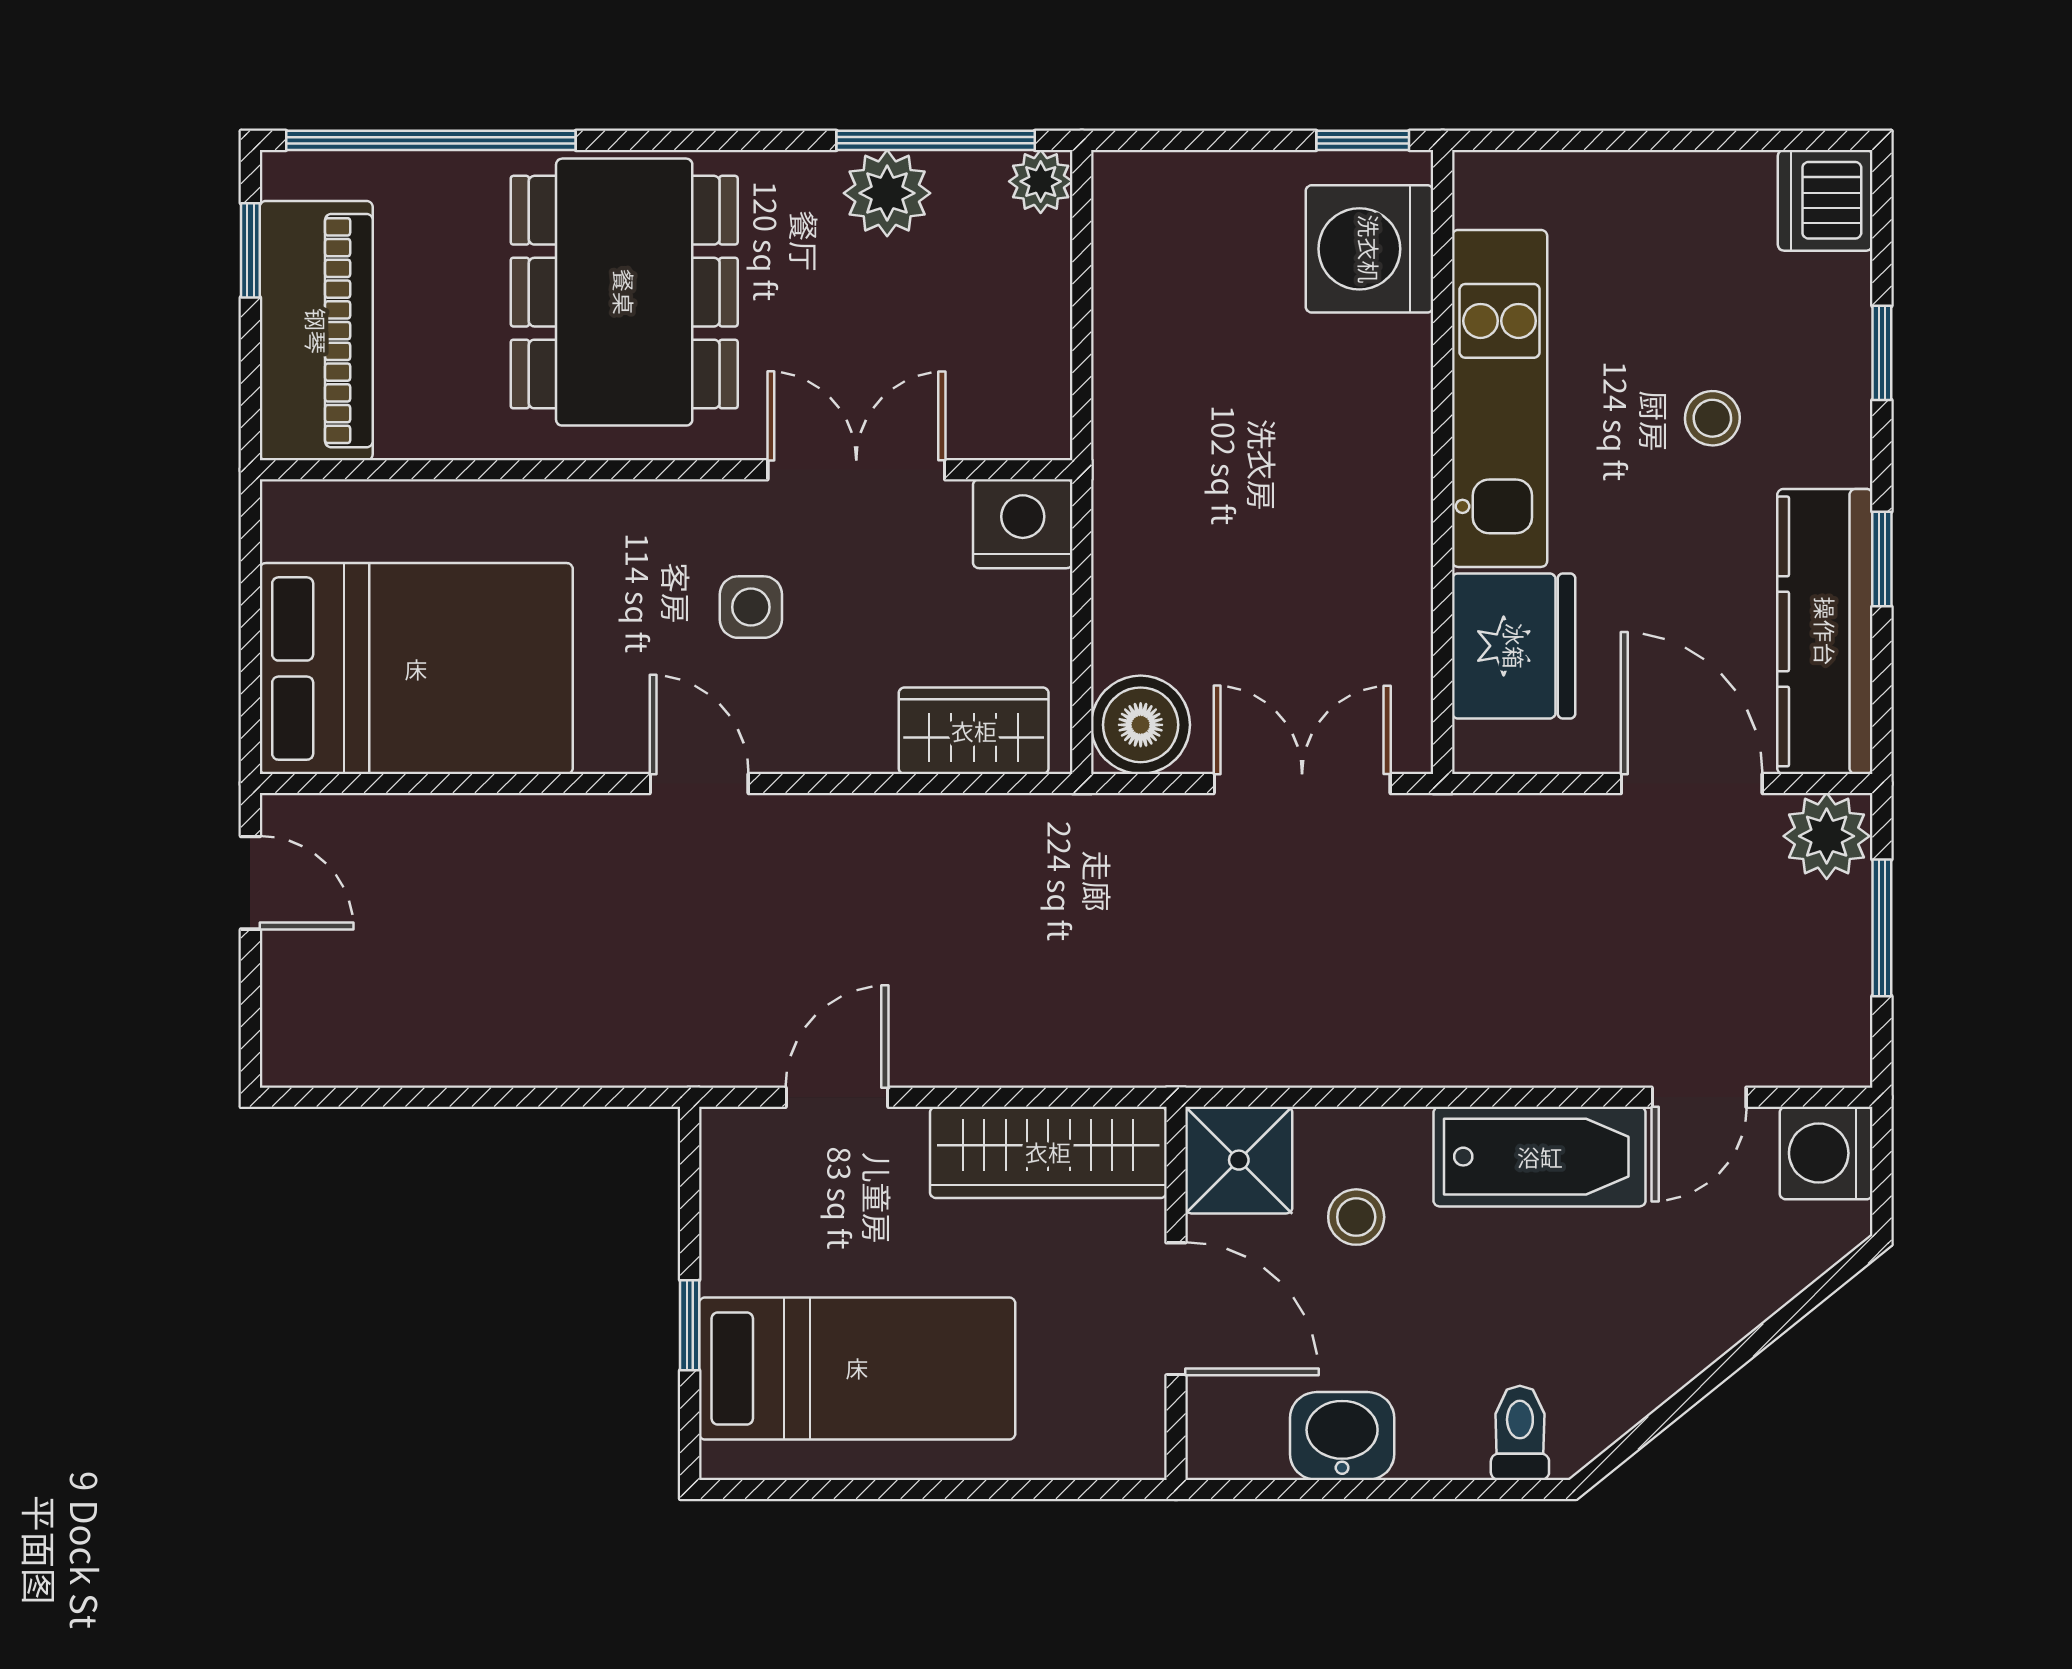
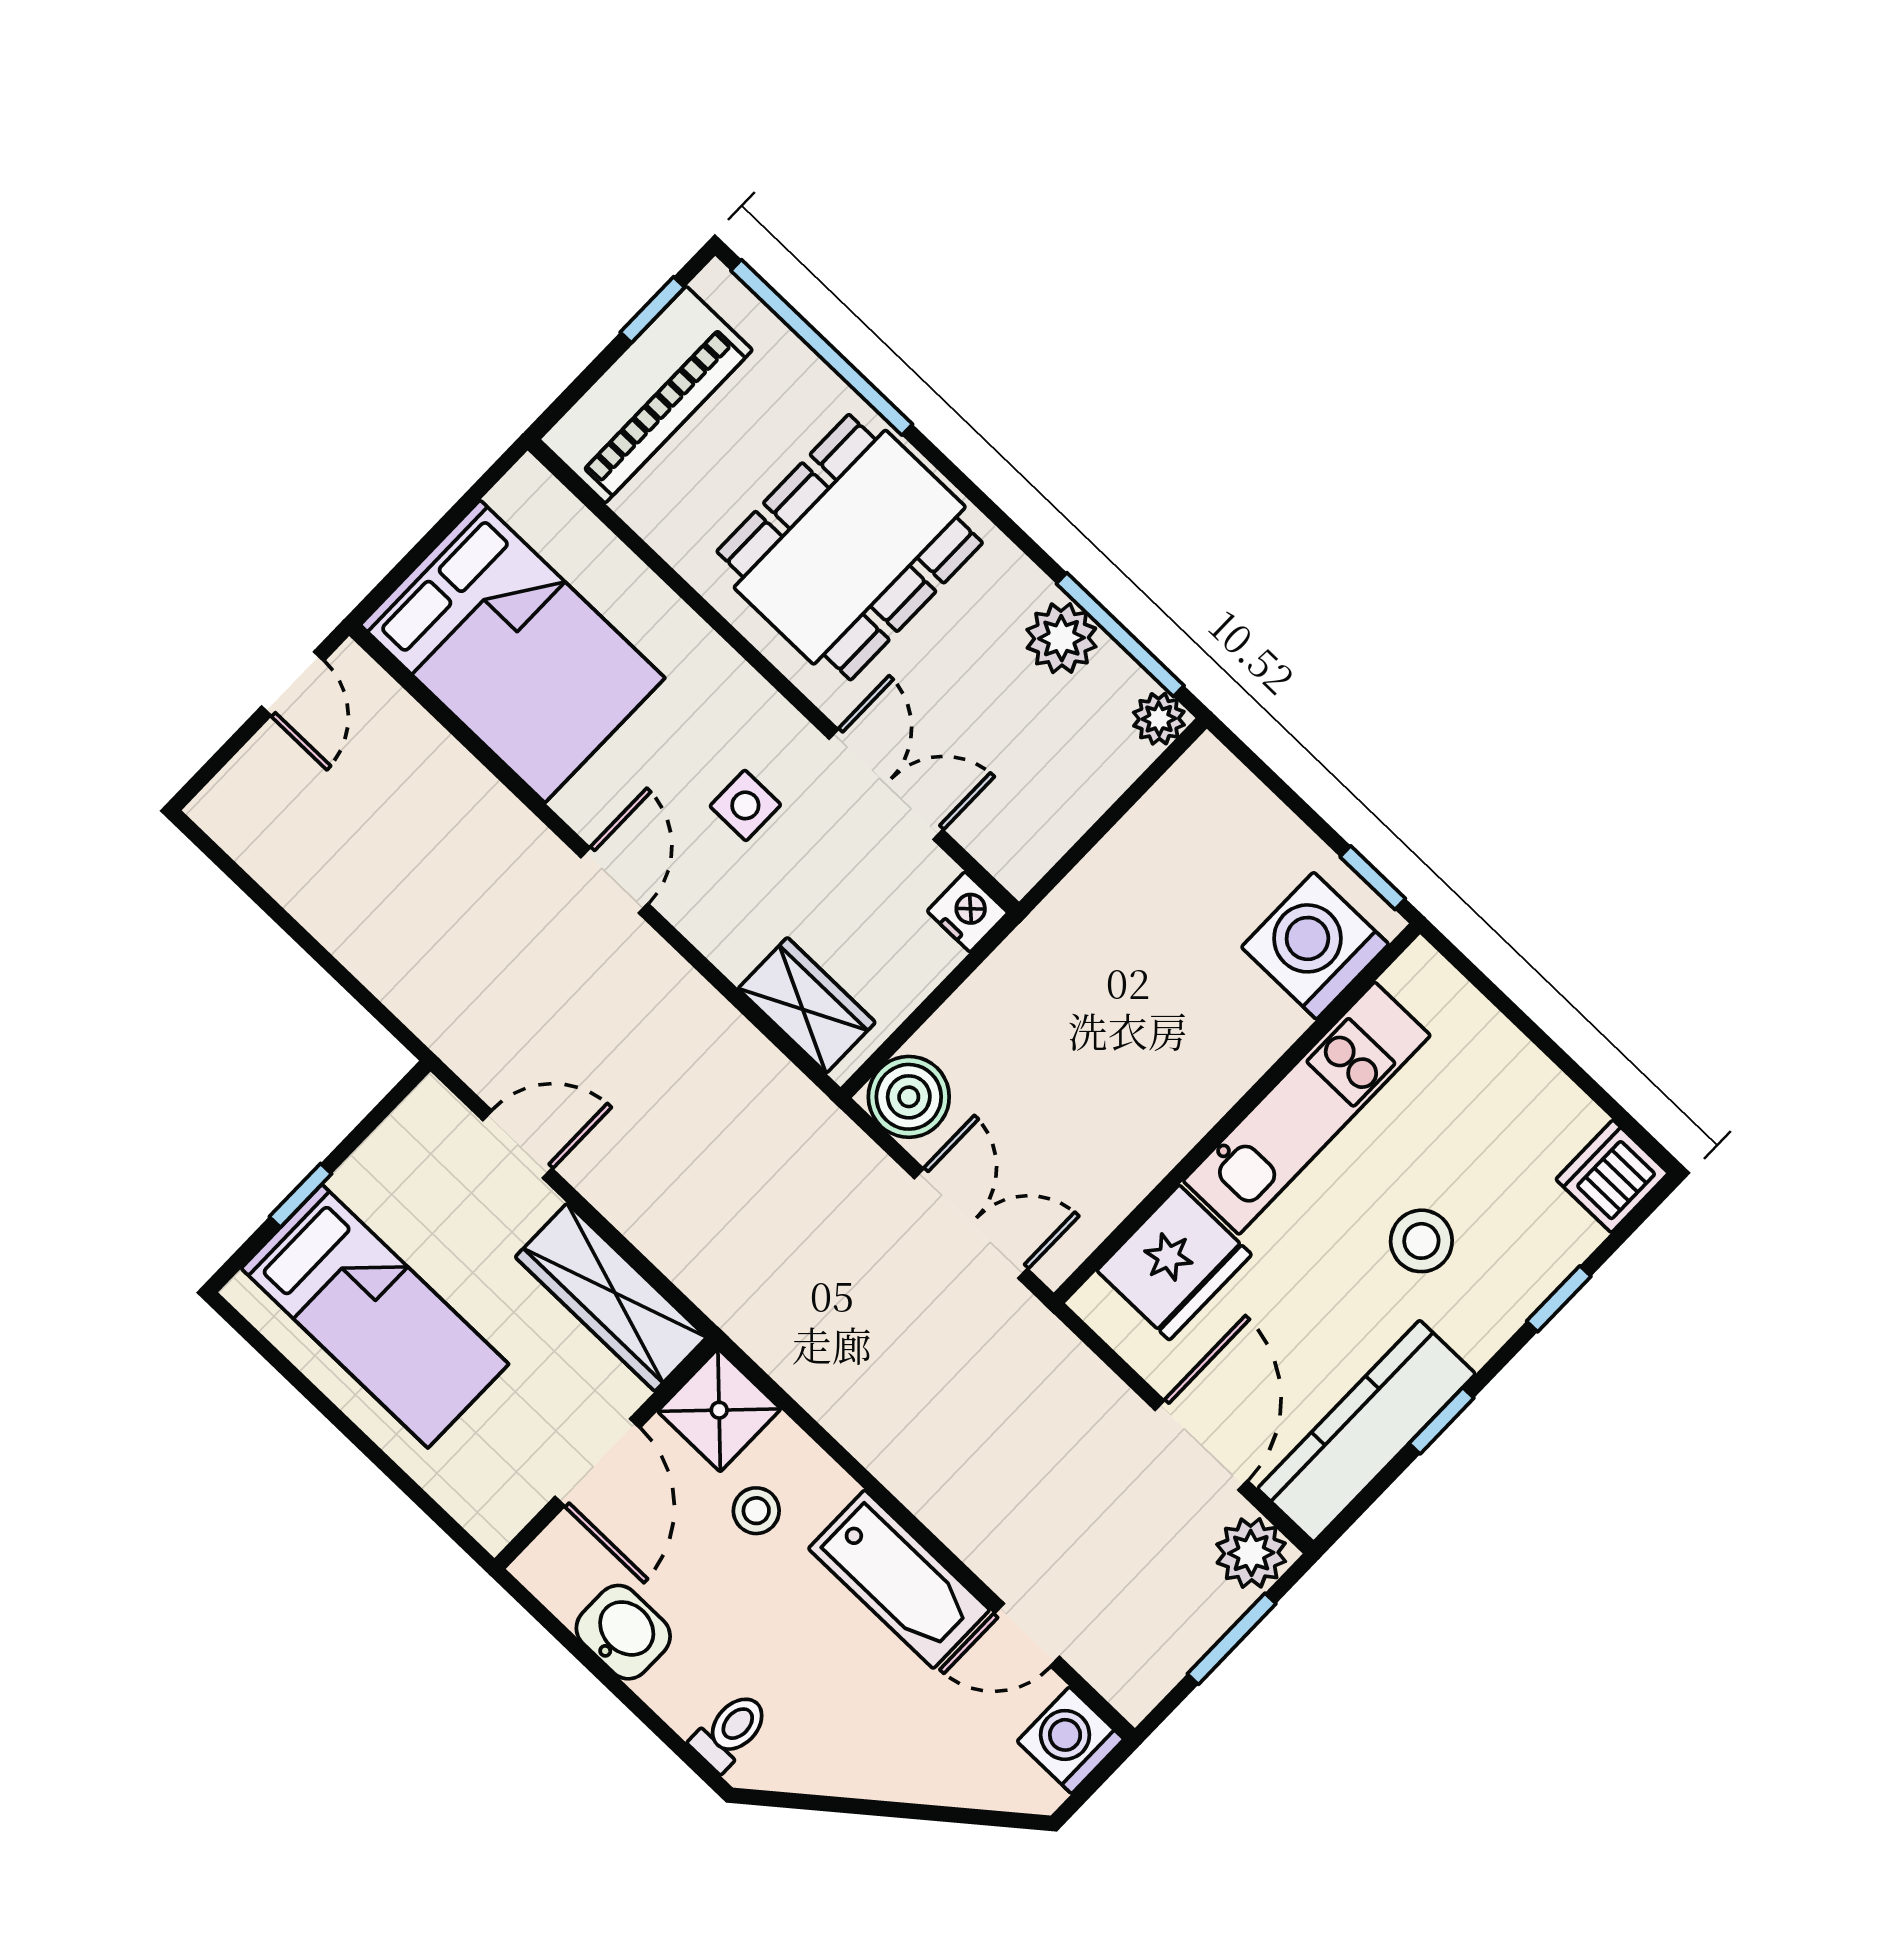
stool: (1712, 418) -> (1421, 1241), width x1.37, depth x1.37
nightstand: (1023, 524) -> (968, 912), width x0.74, depth x0.75

